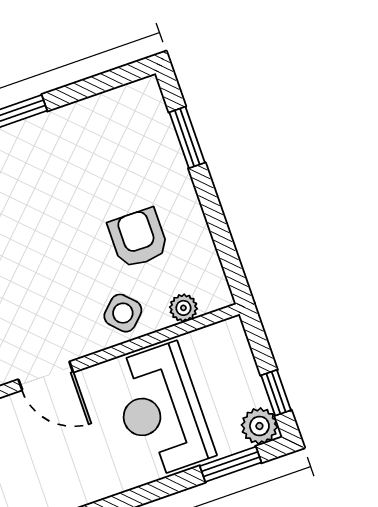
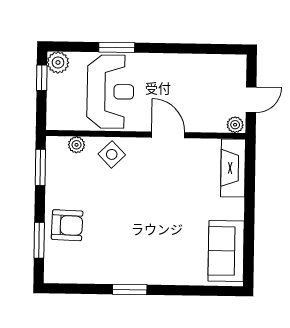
armchair: (138, 238) -> (67, 225), moved, turned -88
window: (227, 252) -> (40, 167), added
window: (231, 464) -> (117, 47), moved

